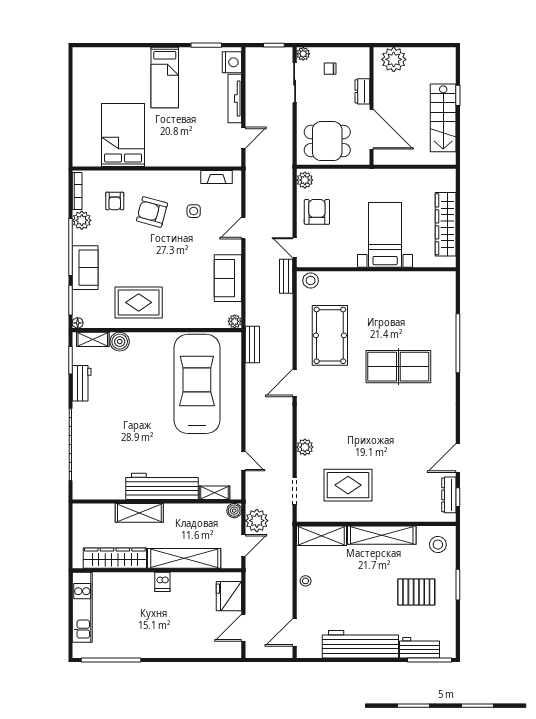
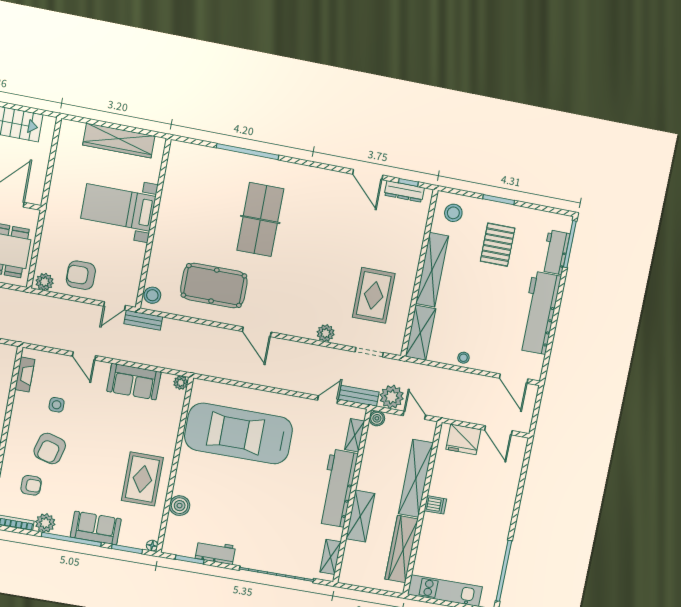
shelving: (93, 339) -> (330, 557), moved
bench: (252, 345) -> (359, 396), moved

